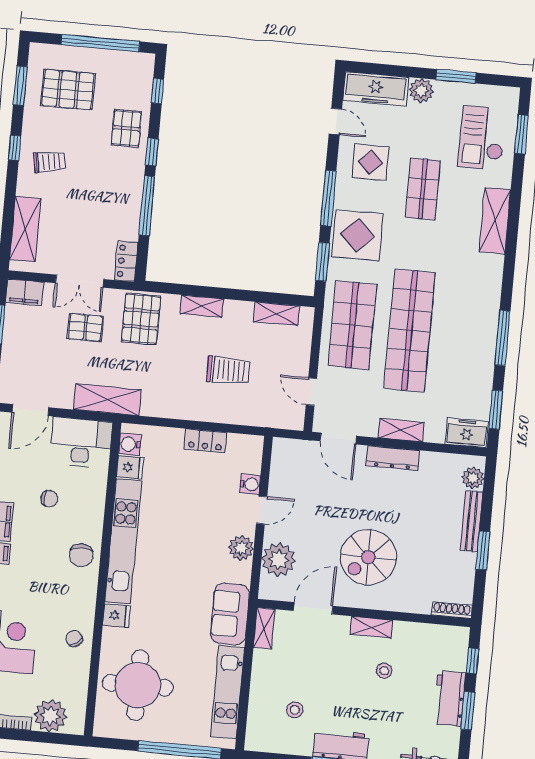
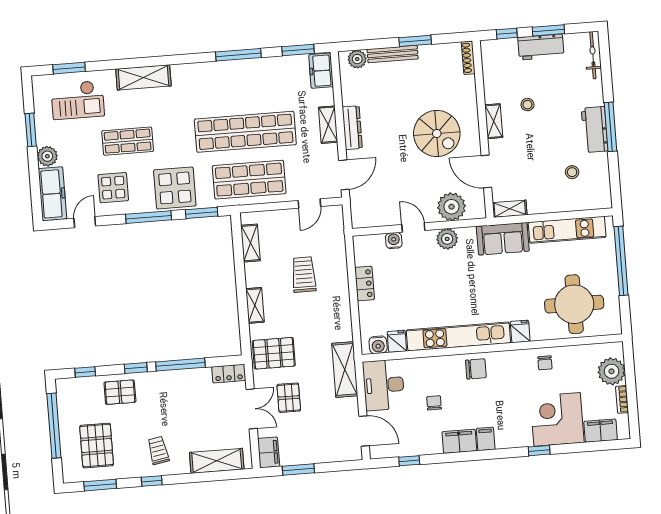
chair: (74, 639) -> (545, 363), turned -51

